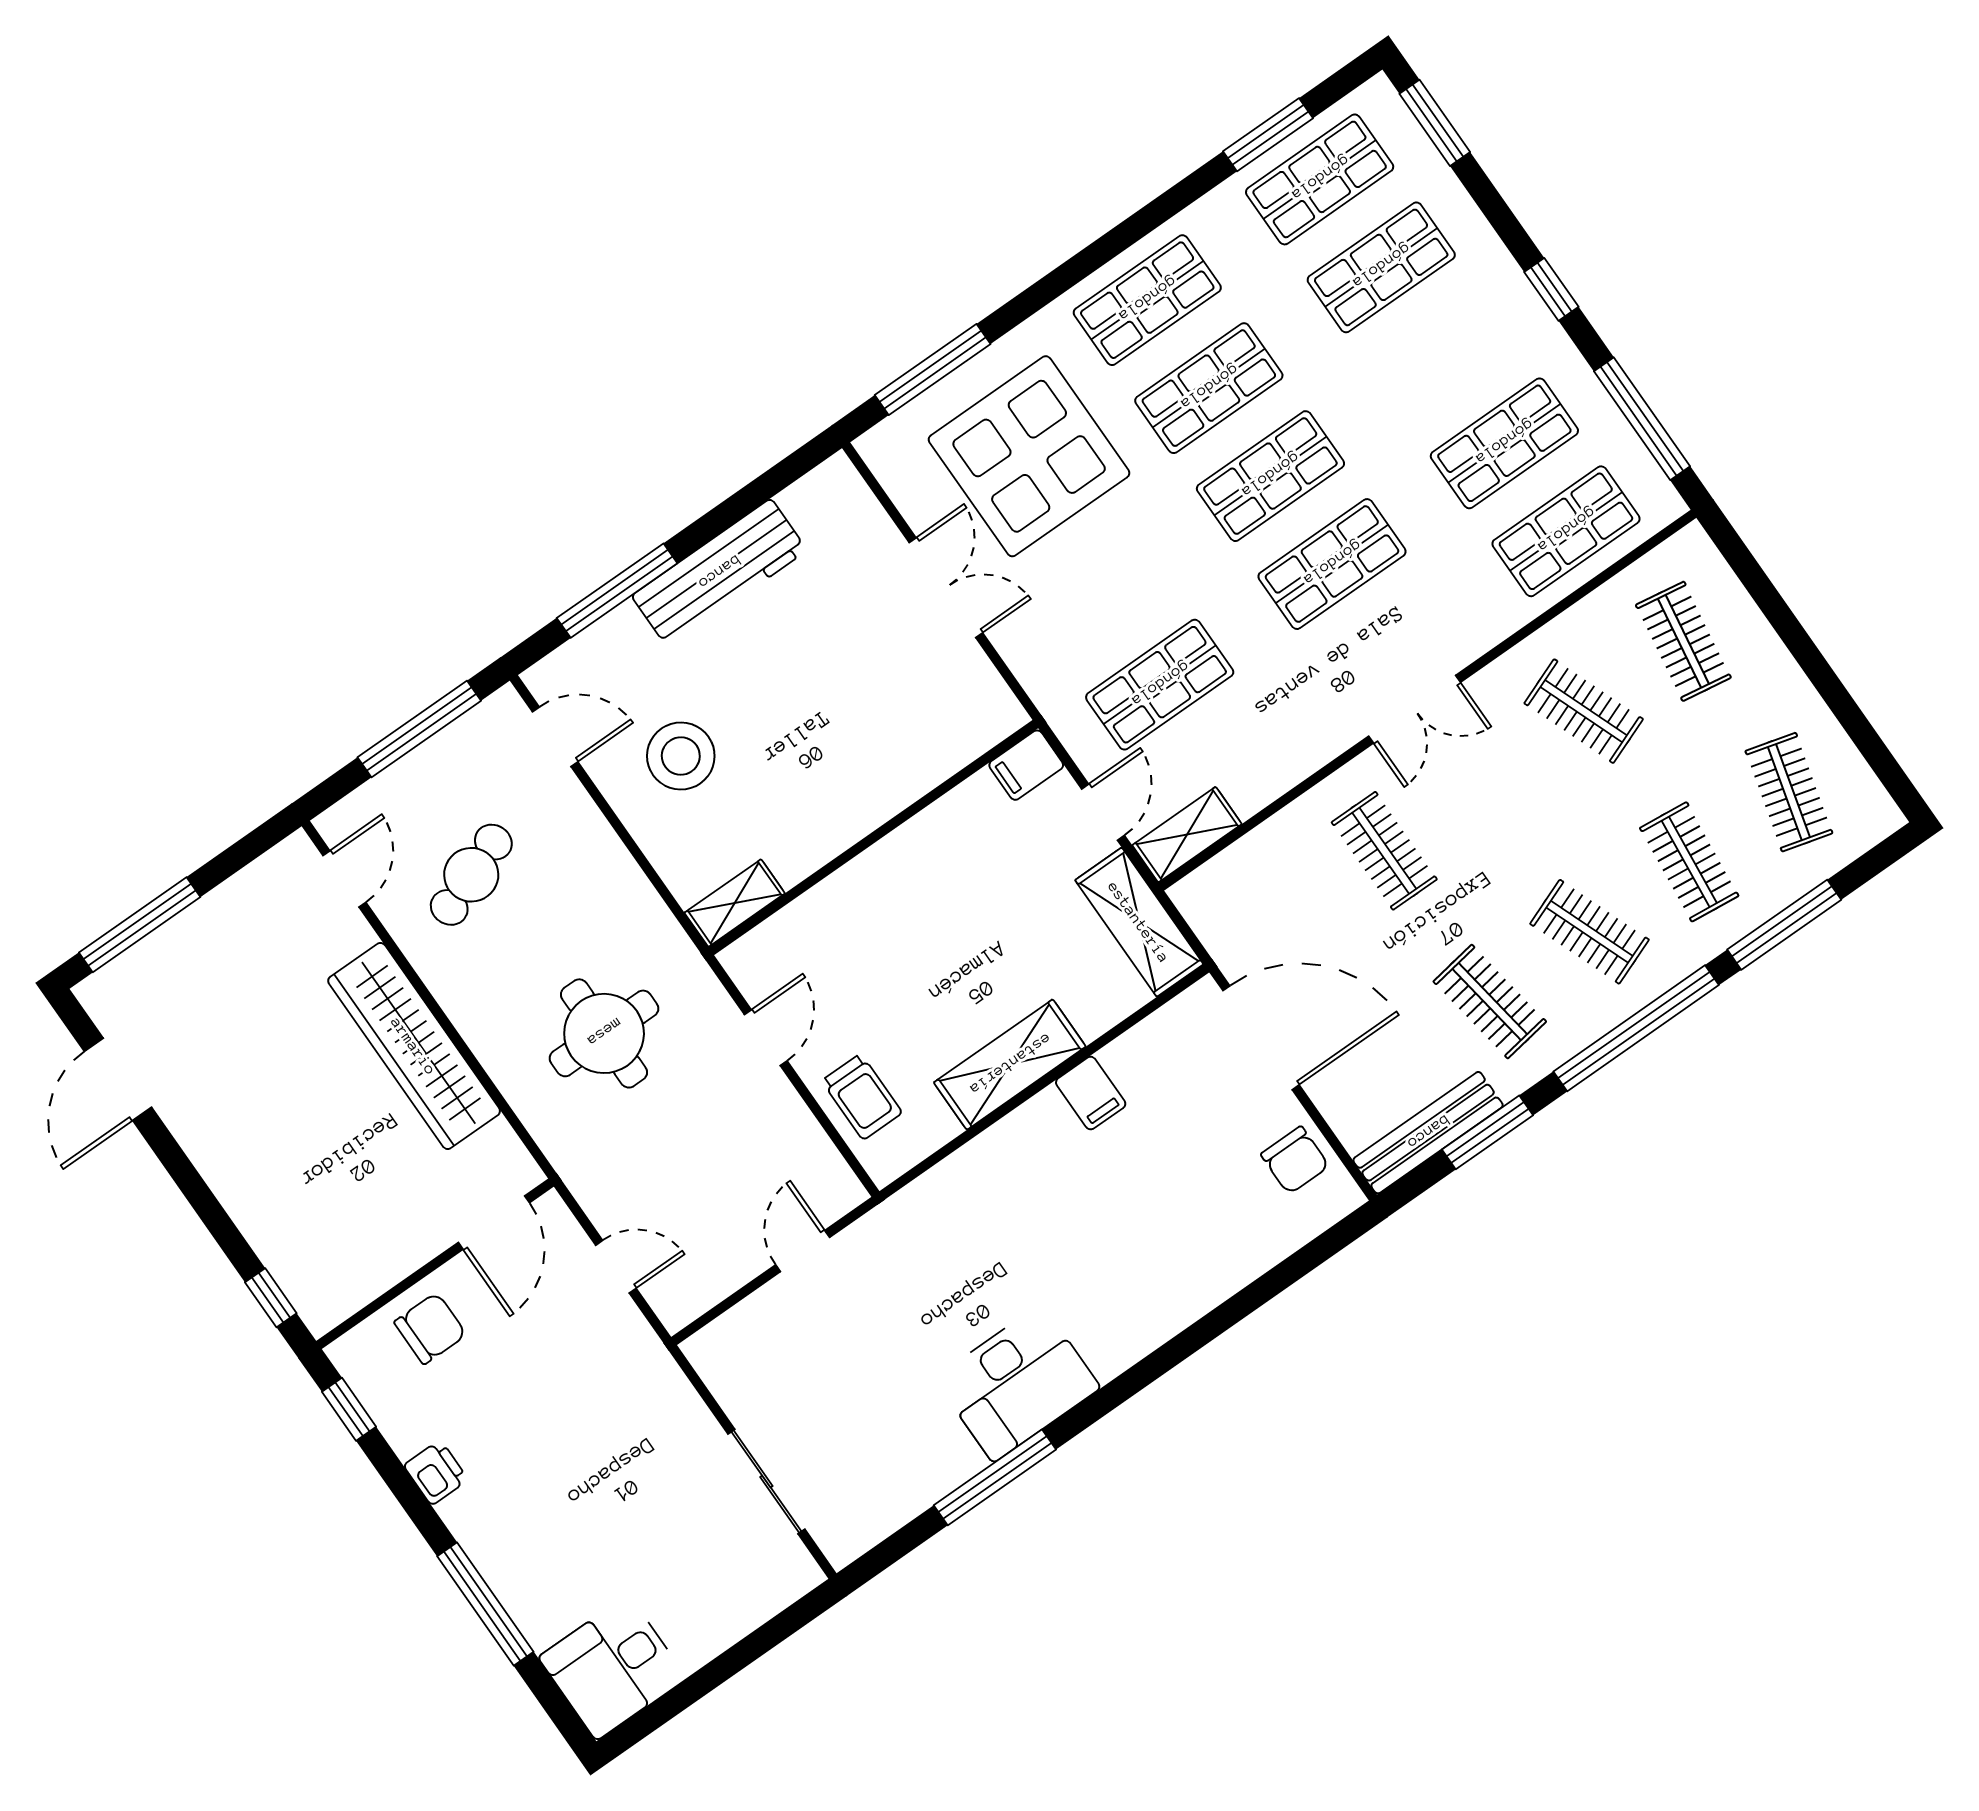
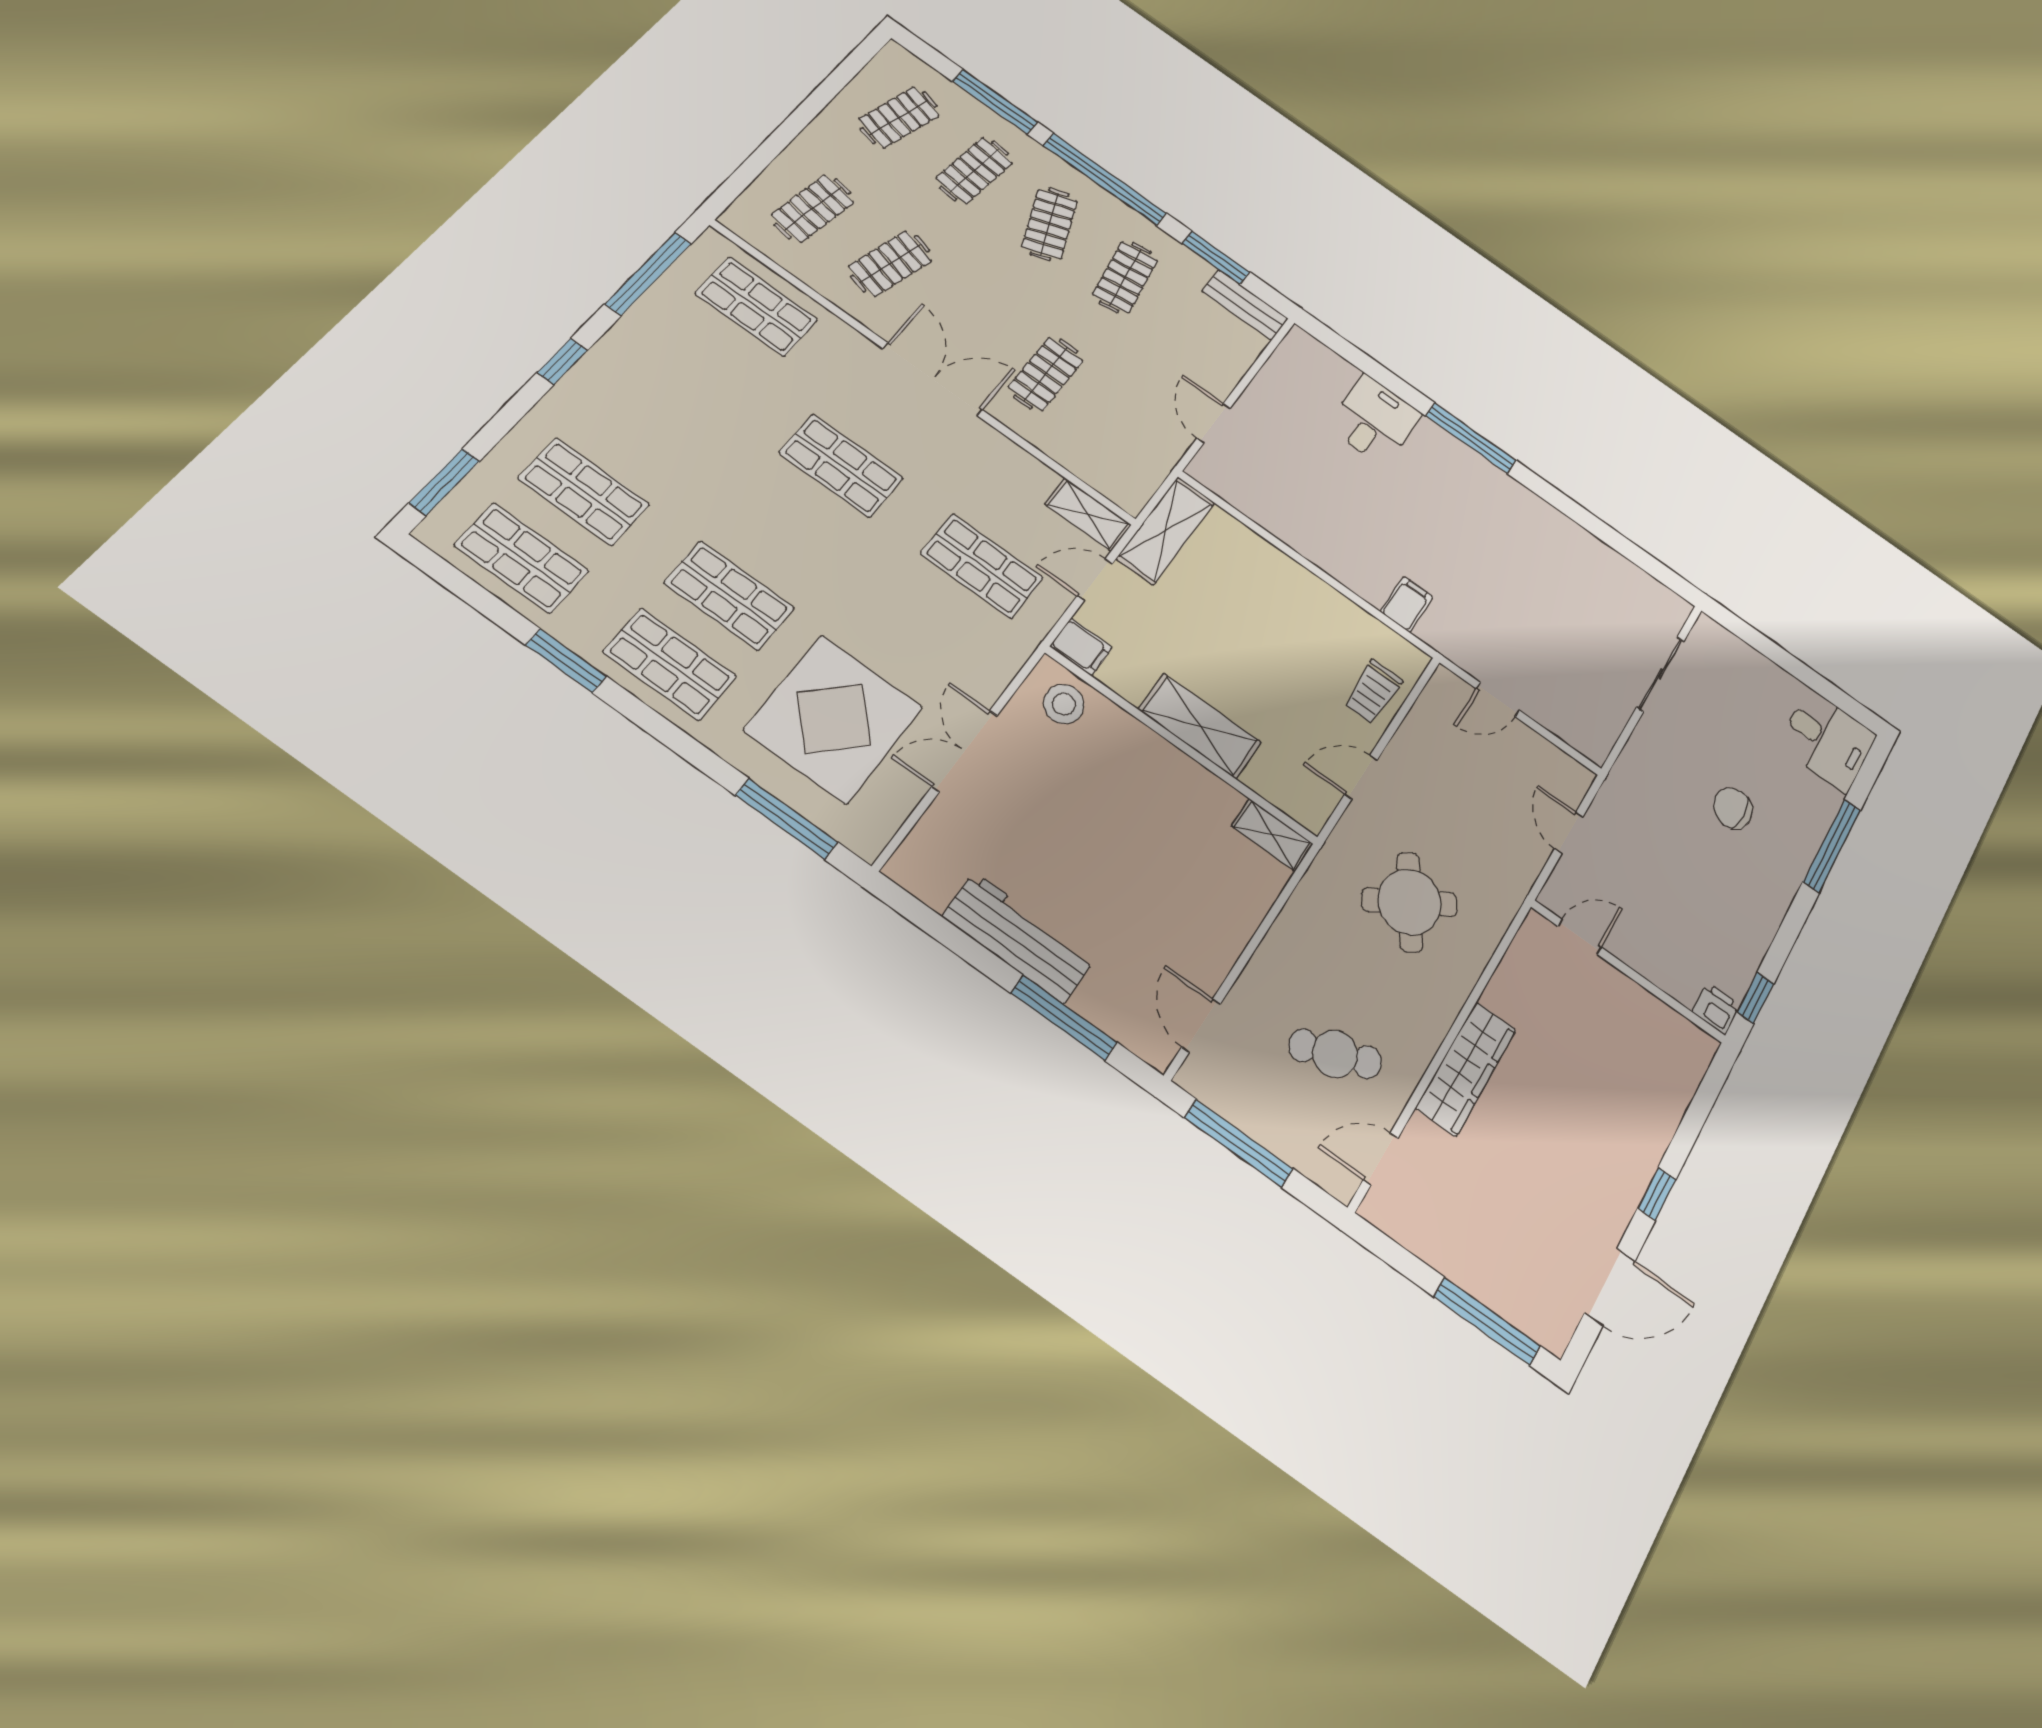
window: (1268, 135) -> (566, 661), moved
shop shelf: (1504, 443) -> (701, 366), removed
shop shelf: (1270, 476) -> (786, 529), removed
double door: (1414, 709) -> (932, 379), width x1.37
clothes rail: (1584, 711) -> (890, 264), turned 36
stool: (681, 756) -> (1064, 704), moved, width x0.73, depth x0.73
round table: (604, 1033) -> (1410, 902), turned -33
door: (1261, 1038) -> (1214, 423), width x0.53
wardrobe: (414, 1046) -> (1466, 1069), width x0.71, depth x0.85
shelving: (1010, 1065) -> (1200, 726), moved
filing cabinet: (1091, 1093) -> (1407, 604), moved
trolley: (862, 1097) -> (1373, 692), turned 180
bench: (1428, 1133) -> (1245, 305), width x0.73
chair: (1295, 1160) -> (1288, 378), removed
door: (494, 1223) -> (1580, 937), width x0.73
window: (271, 1298) -> (1657, 1194), moved
chair: (430, 1328) -> (1733, 808), moved
desk: (1017, 1383) -> (1374, 420), moved, width x0.73
printer: (436, 1473) -> (1716, 1008), moved, turned 90
window: (995, 1477) -> (1471, 438), moved

